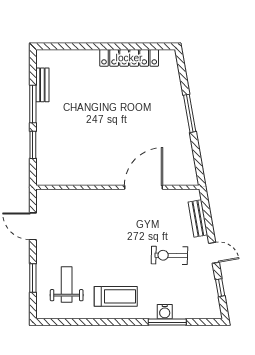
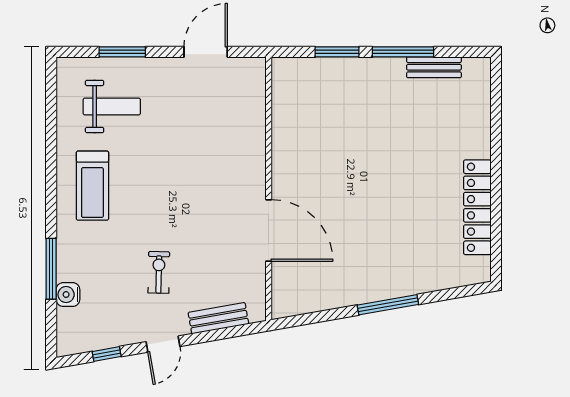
exercise bike: (169, 255) -> (159, 272), width x0.73, depth x0.72
water cooler: (165, 312) -> (68, 295), moved

